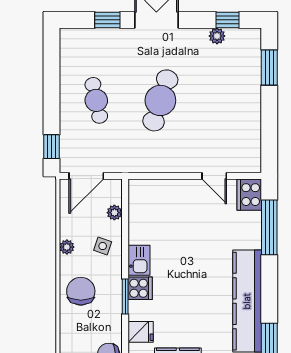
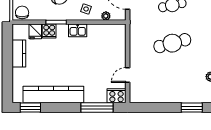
cafe table: (160, 100) -> (172, 43), turned -33
cooker: (140, 288) -> (49, 31), moved

